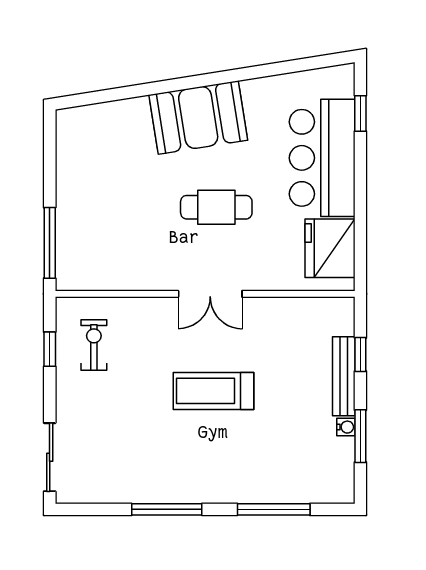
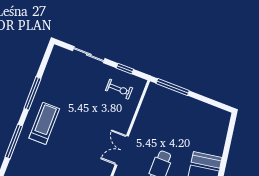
treadmill: (213, 391) -> (44, 123), moved
sliding door: (50, 457) -> (89, 55), moved

